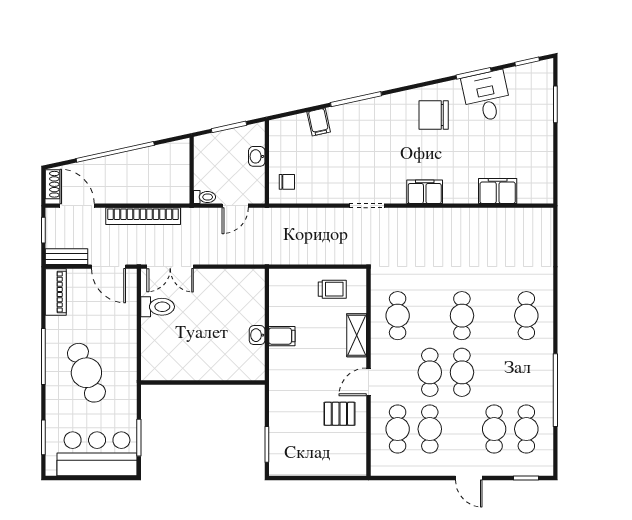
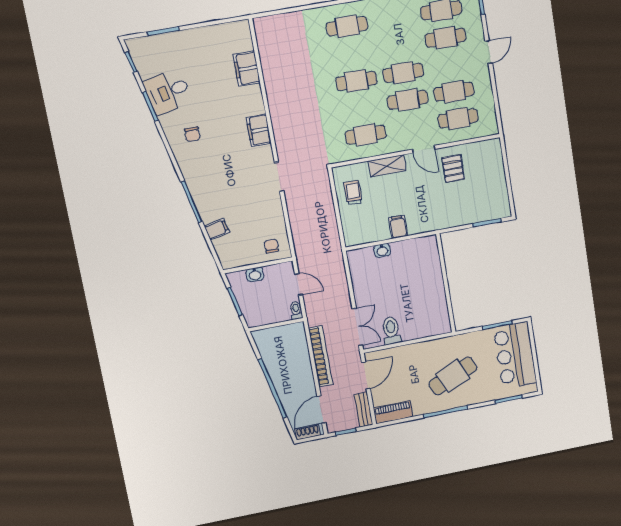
chair: (434, 115) -> (192, 134), width x0.54, depth x0.54
washbasin: (257, 335) -> (382, 250), moved

